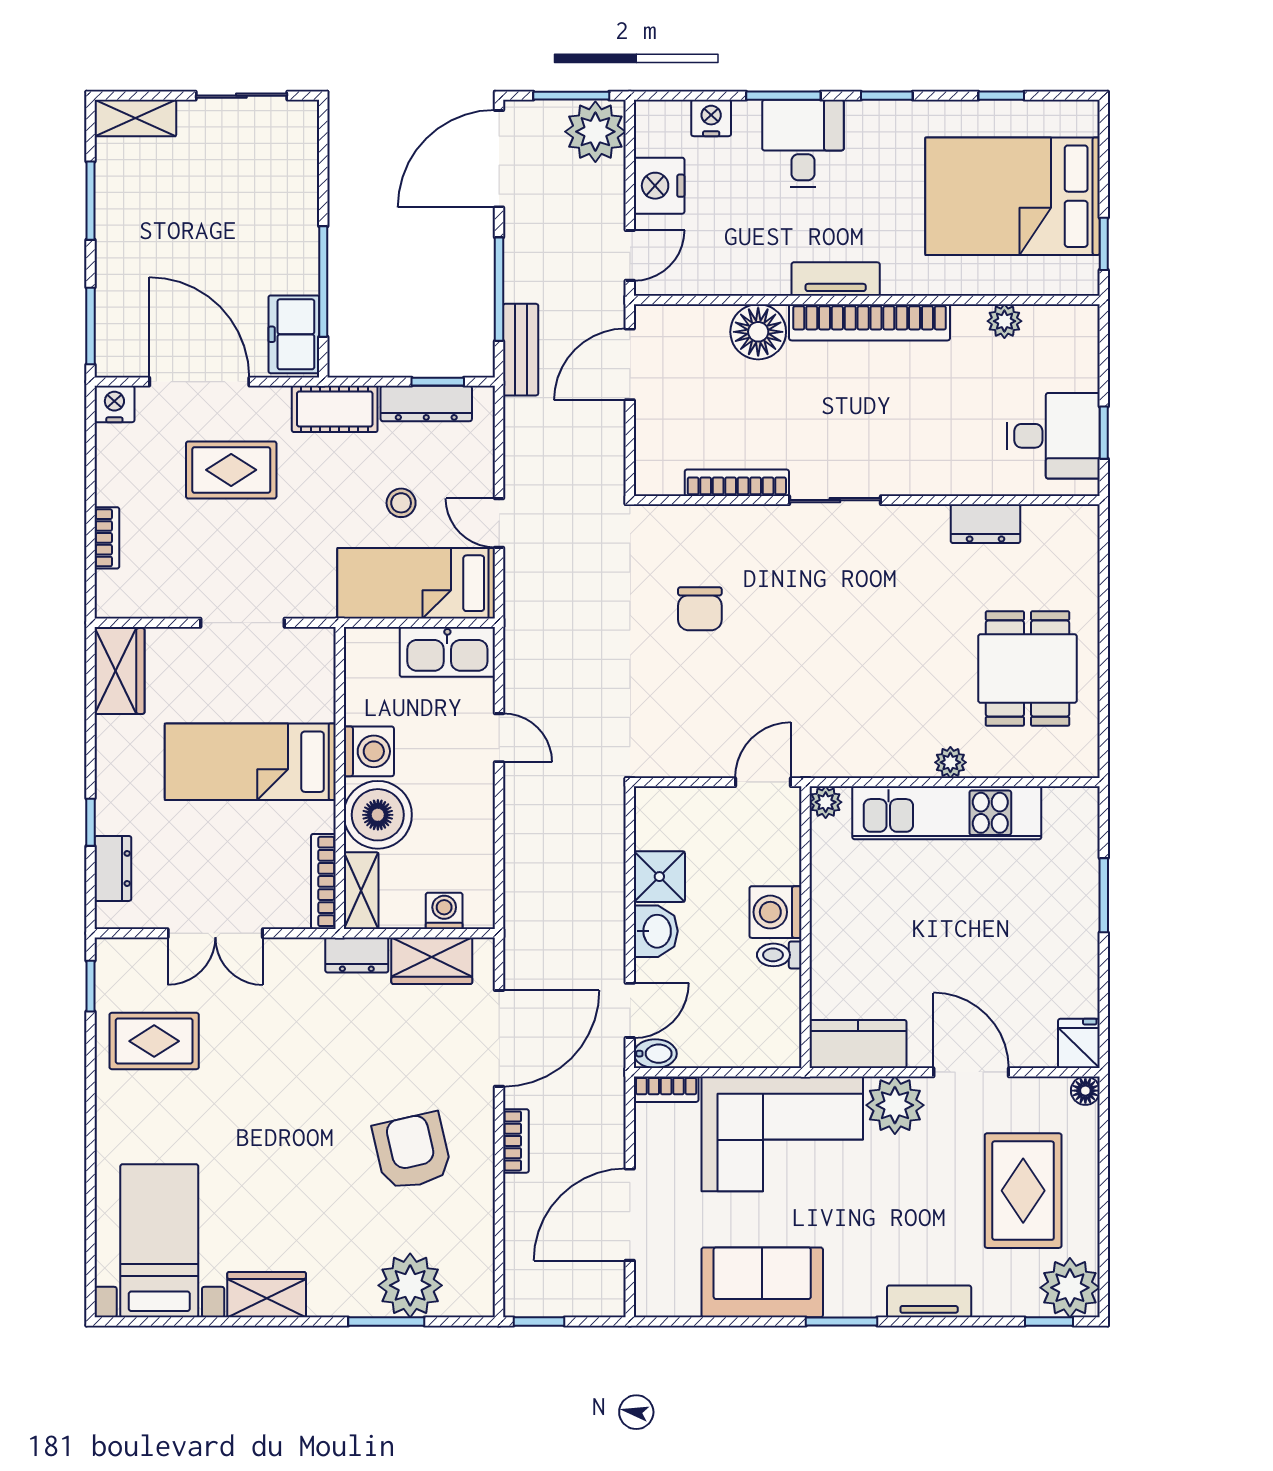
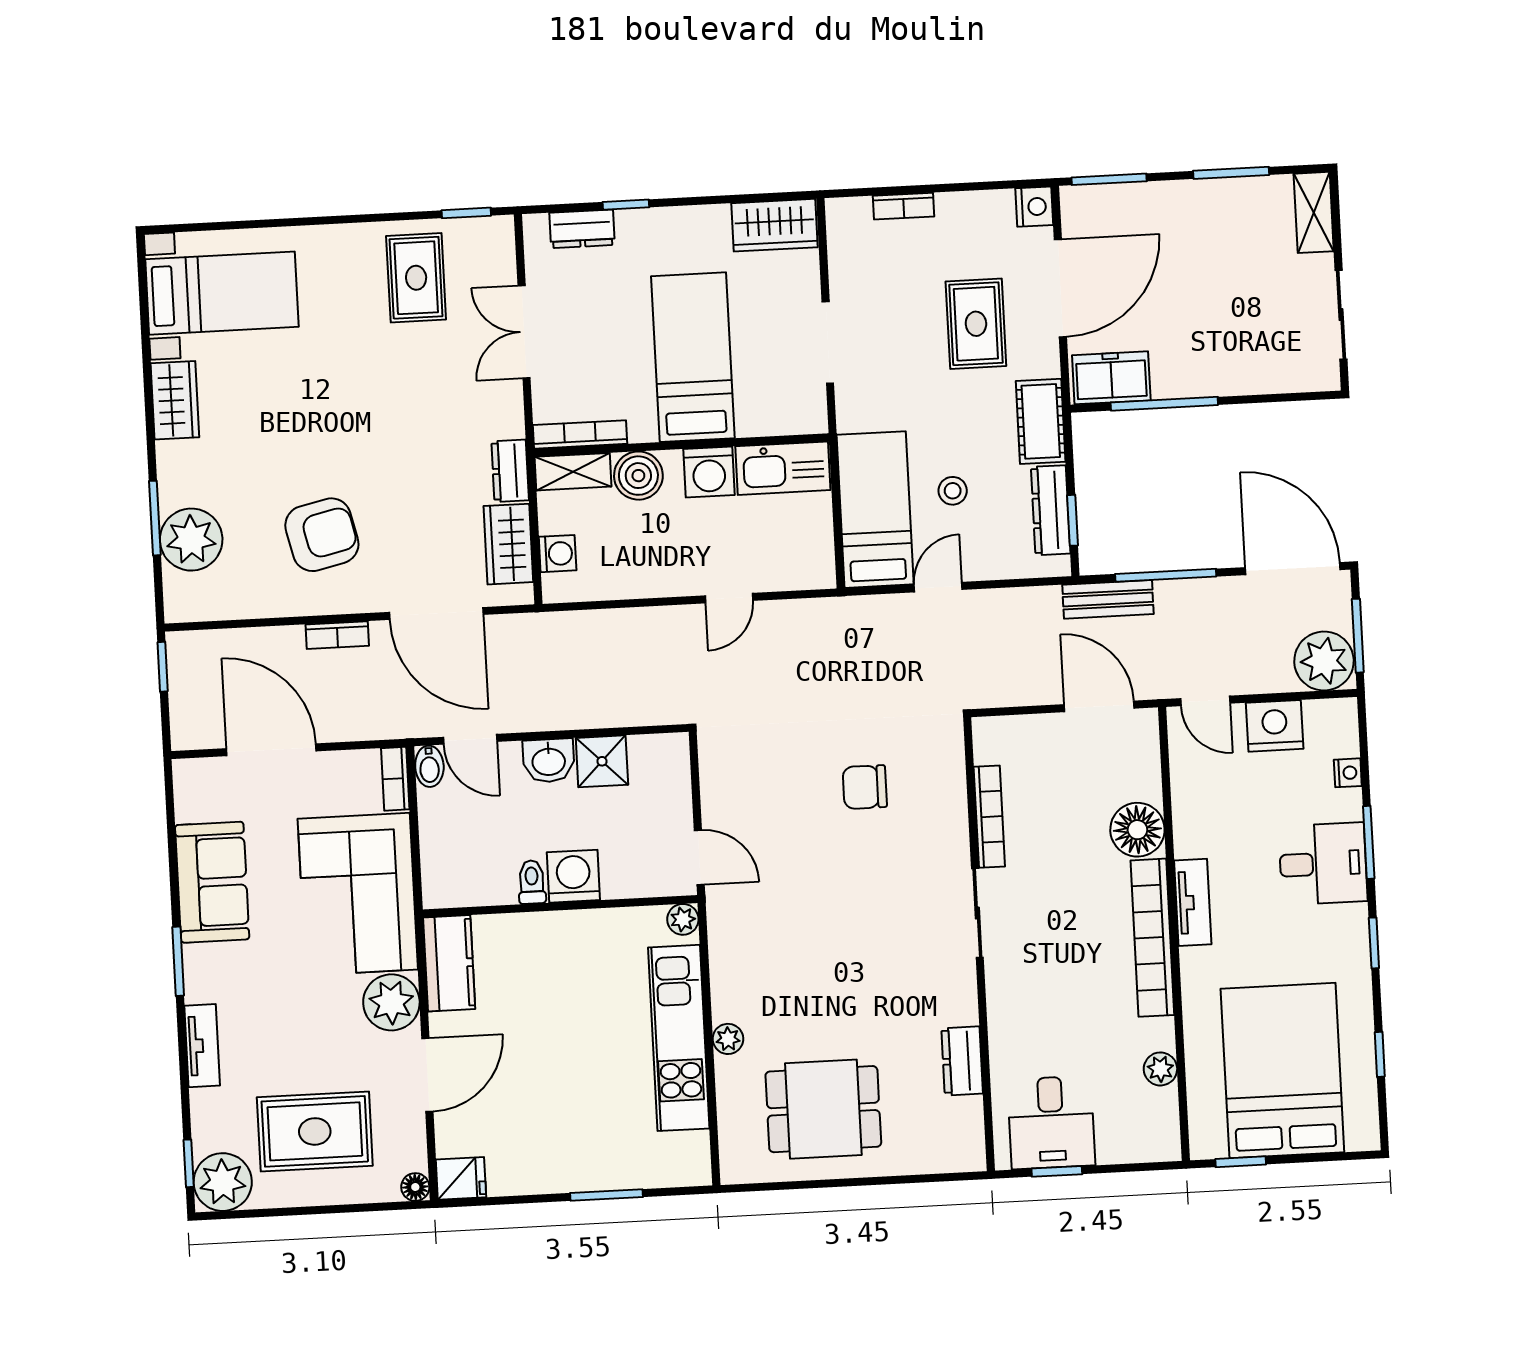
nightstand: (711, 118) -> (1348, 773), width x0.72, depth x0.74
kitchen sink: (447, 652) -> (783, 468), moved, turned -90
boiler: (378, 815) -> (638, 476), width x0.73, depth x0.73

